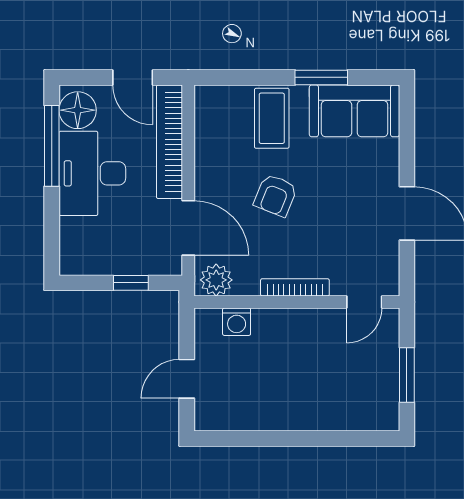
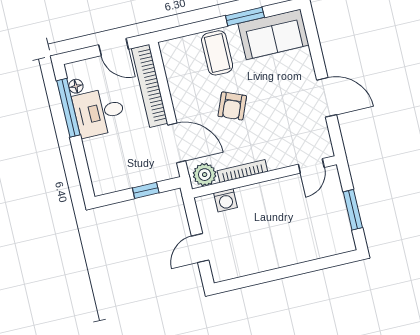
floor lamp: (78, 110) -> (76, 86), width x0.53, depth x0.53
desk: (92, 173) -> (99, 112), width x0.73
bookcase: (295, 287) -> (242, 171), moved

